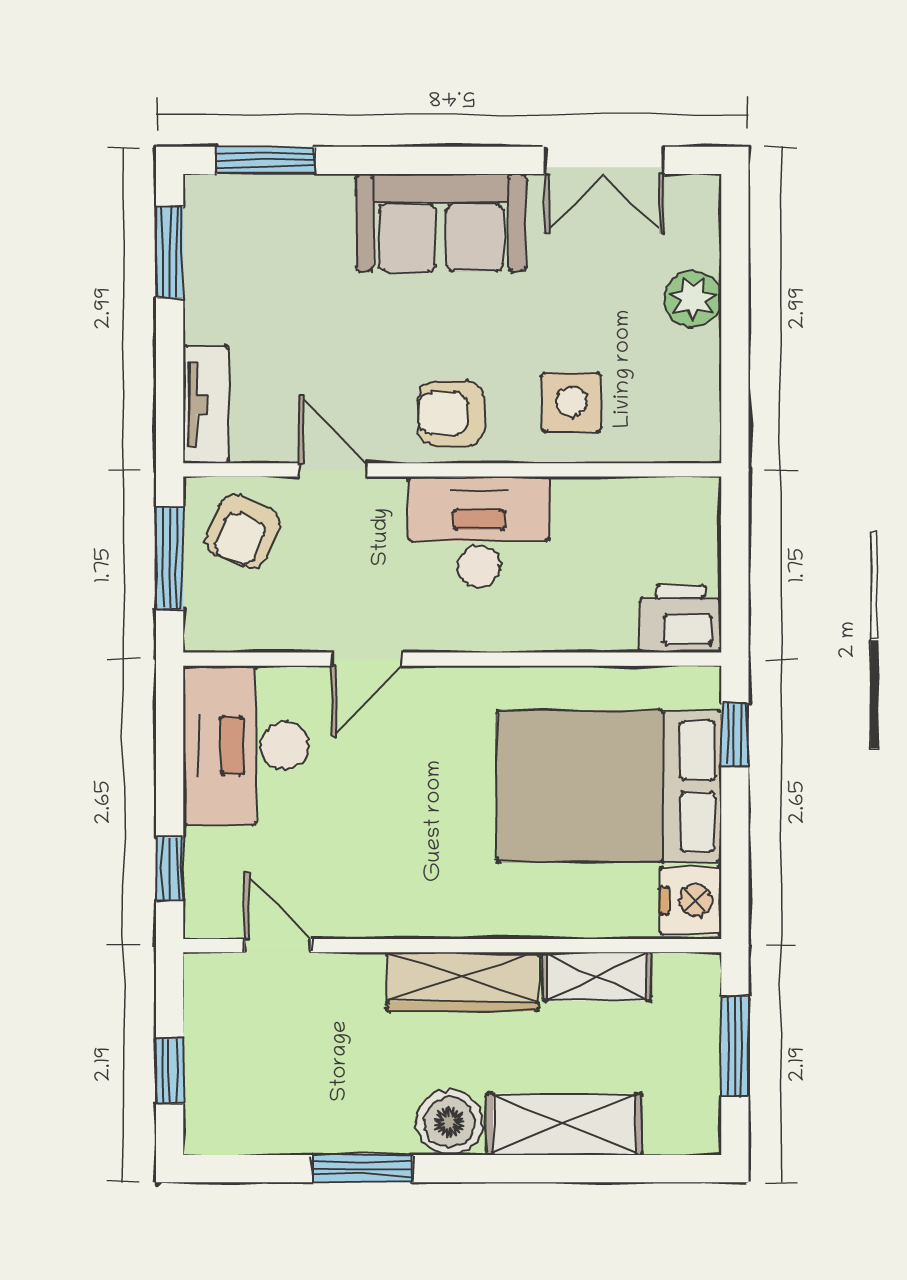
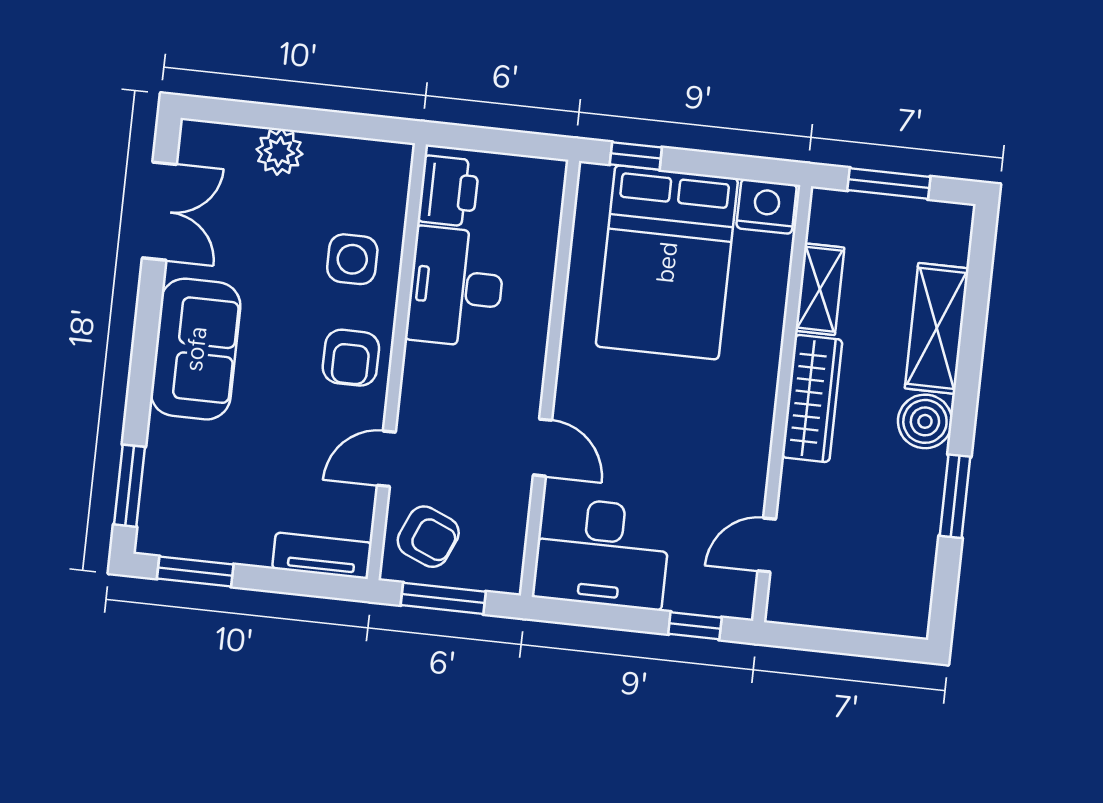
desk: (479, 532) -> (456, 287), moved
printer: (680, 619) -> (448, 191), moved, turned 180
window: (170, 1071) -> (859, 644), removed

